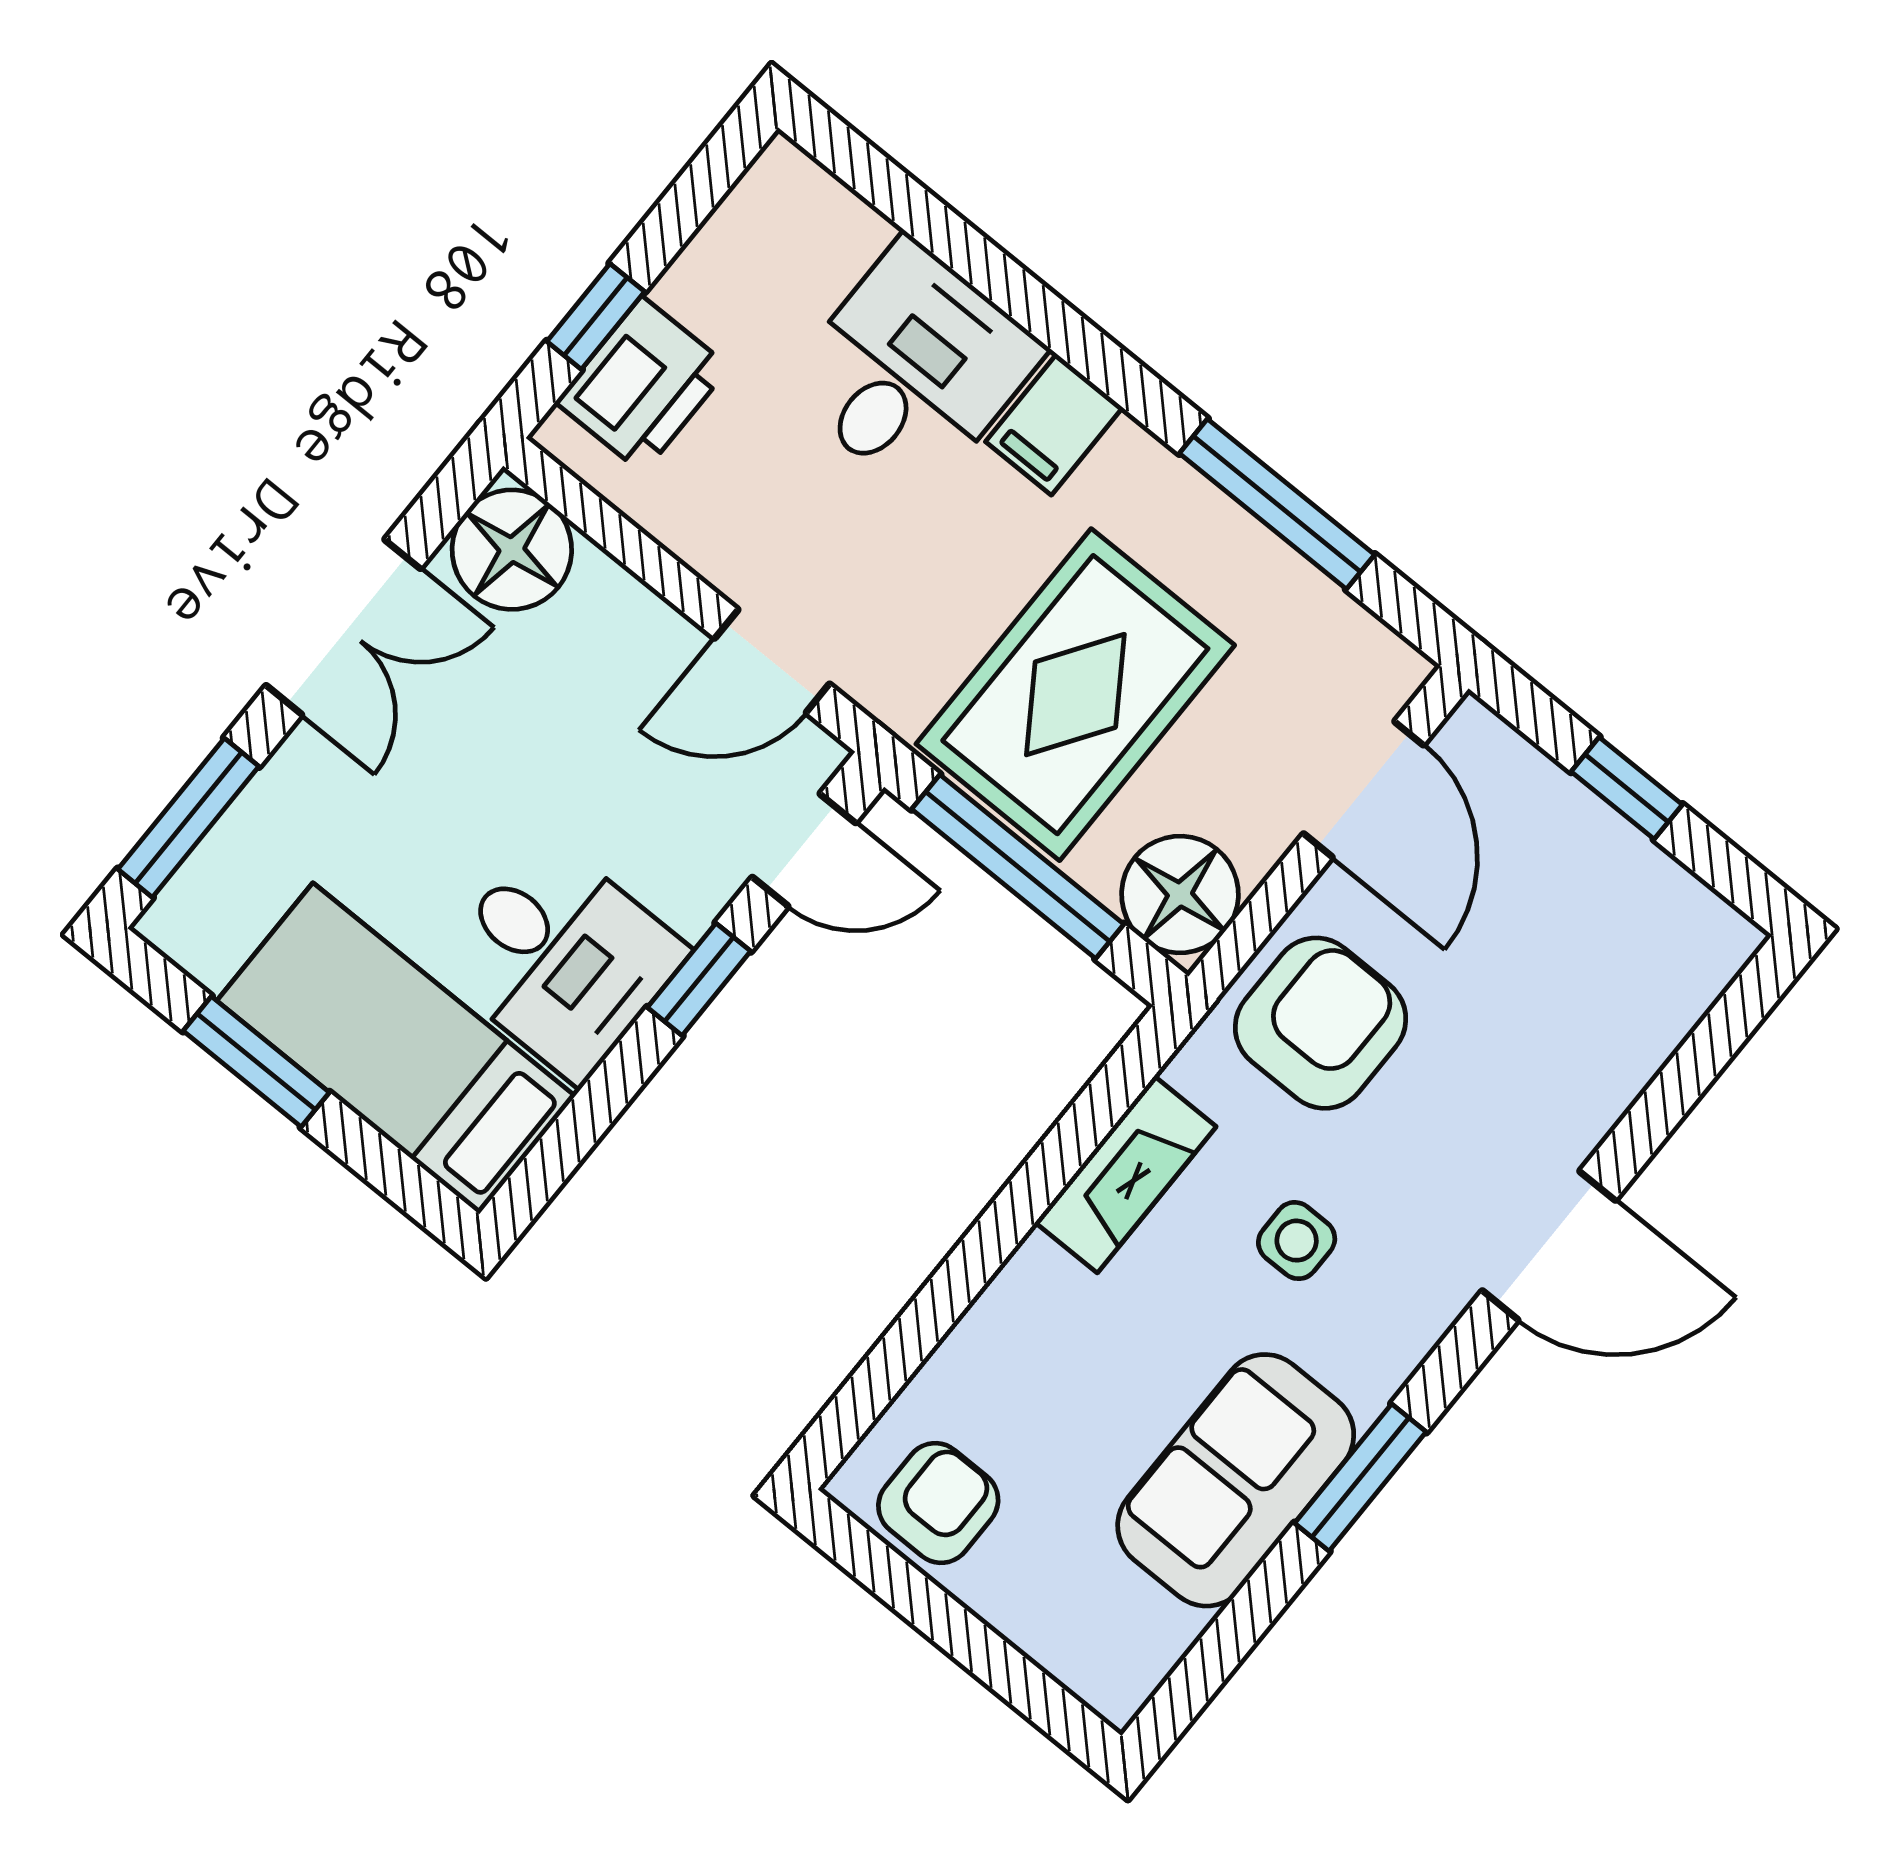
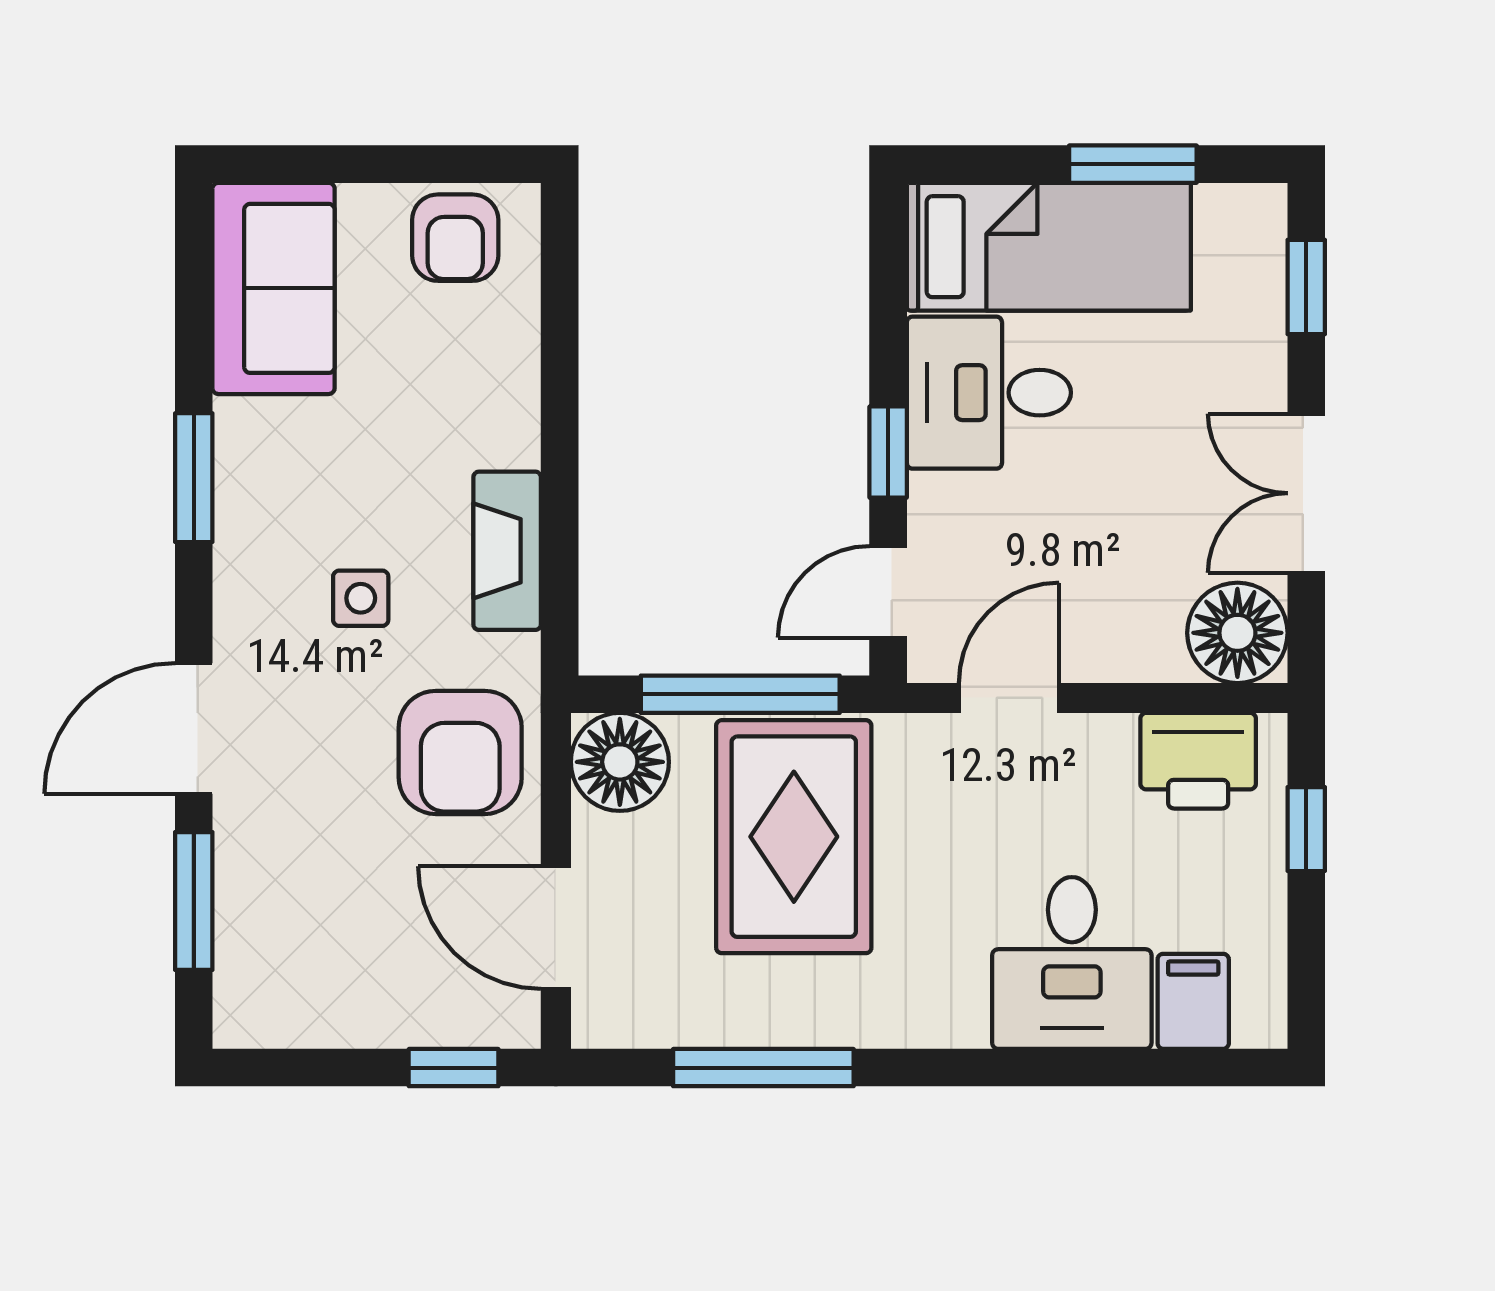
printer: (642, 385) -> (1198, 761), moved, turned -90
filing cabinet: (1054, 425) -> (1193, 1001), moved
window: (1627, 788) -> (454, 1068), moved
window: (188, 818) -> (1306, 287), width x0.67
window: (1679, 1086) -> (194, 901), added
sofa: (1236, 1480) -> (274, 288), moved

